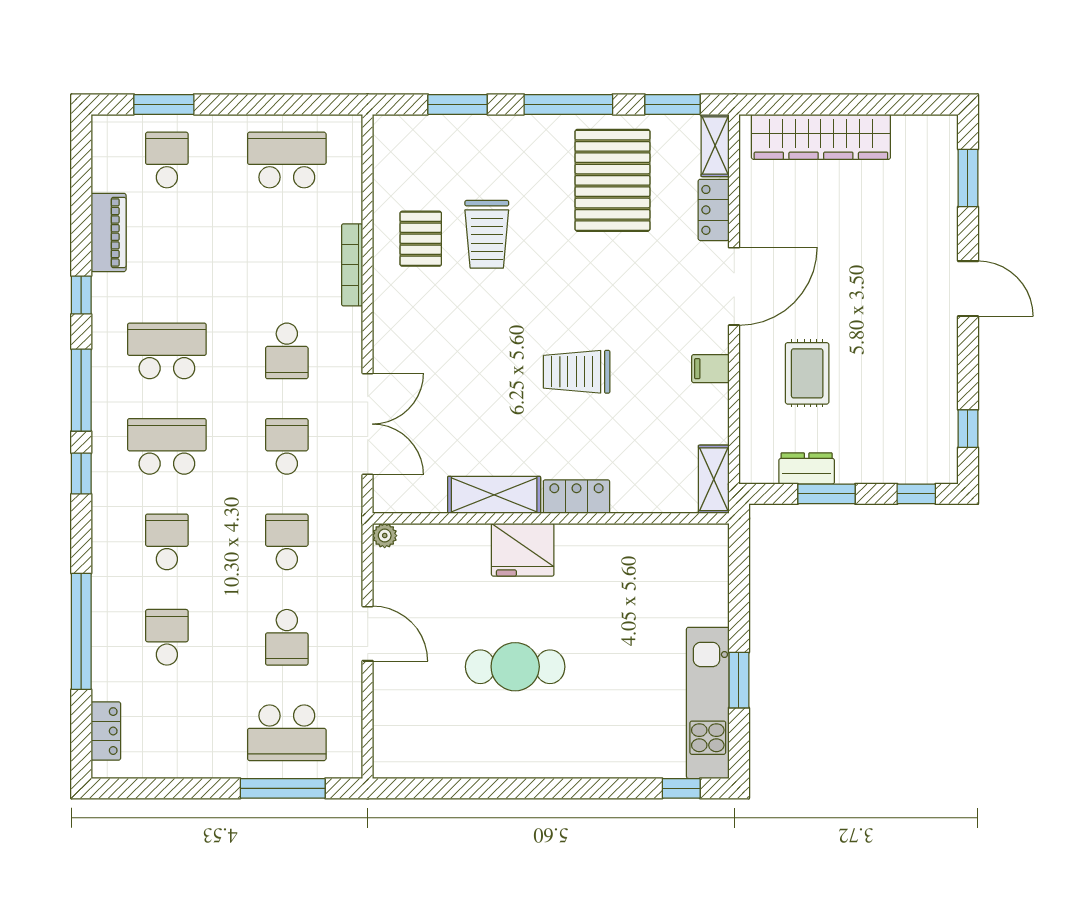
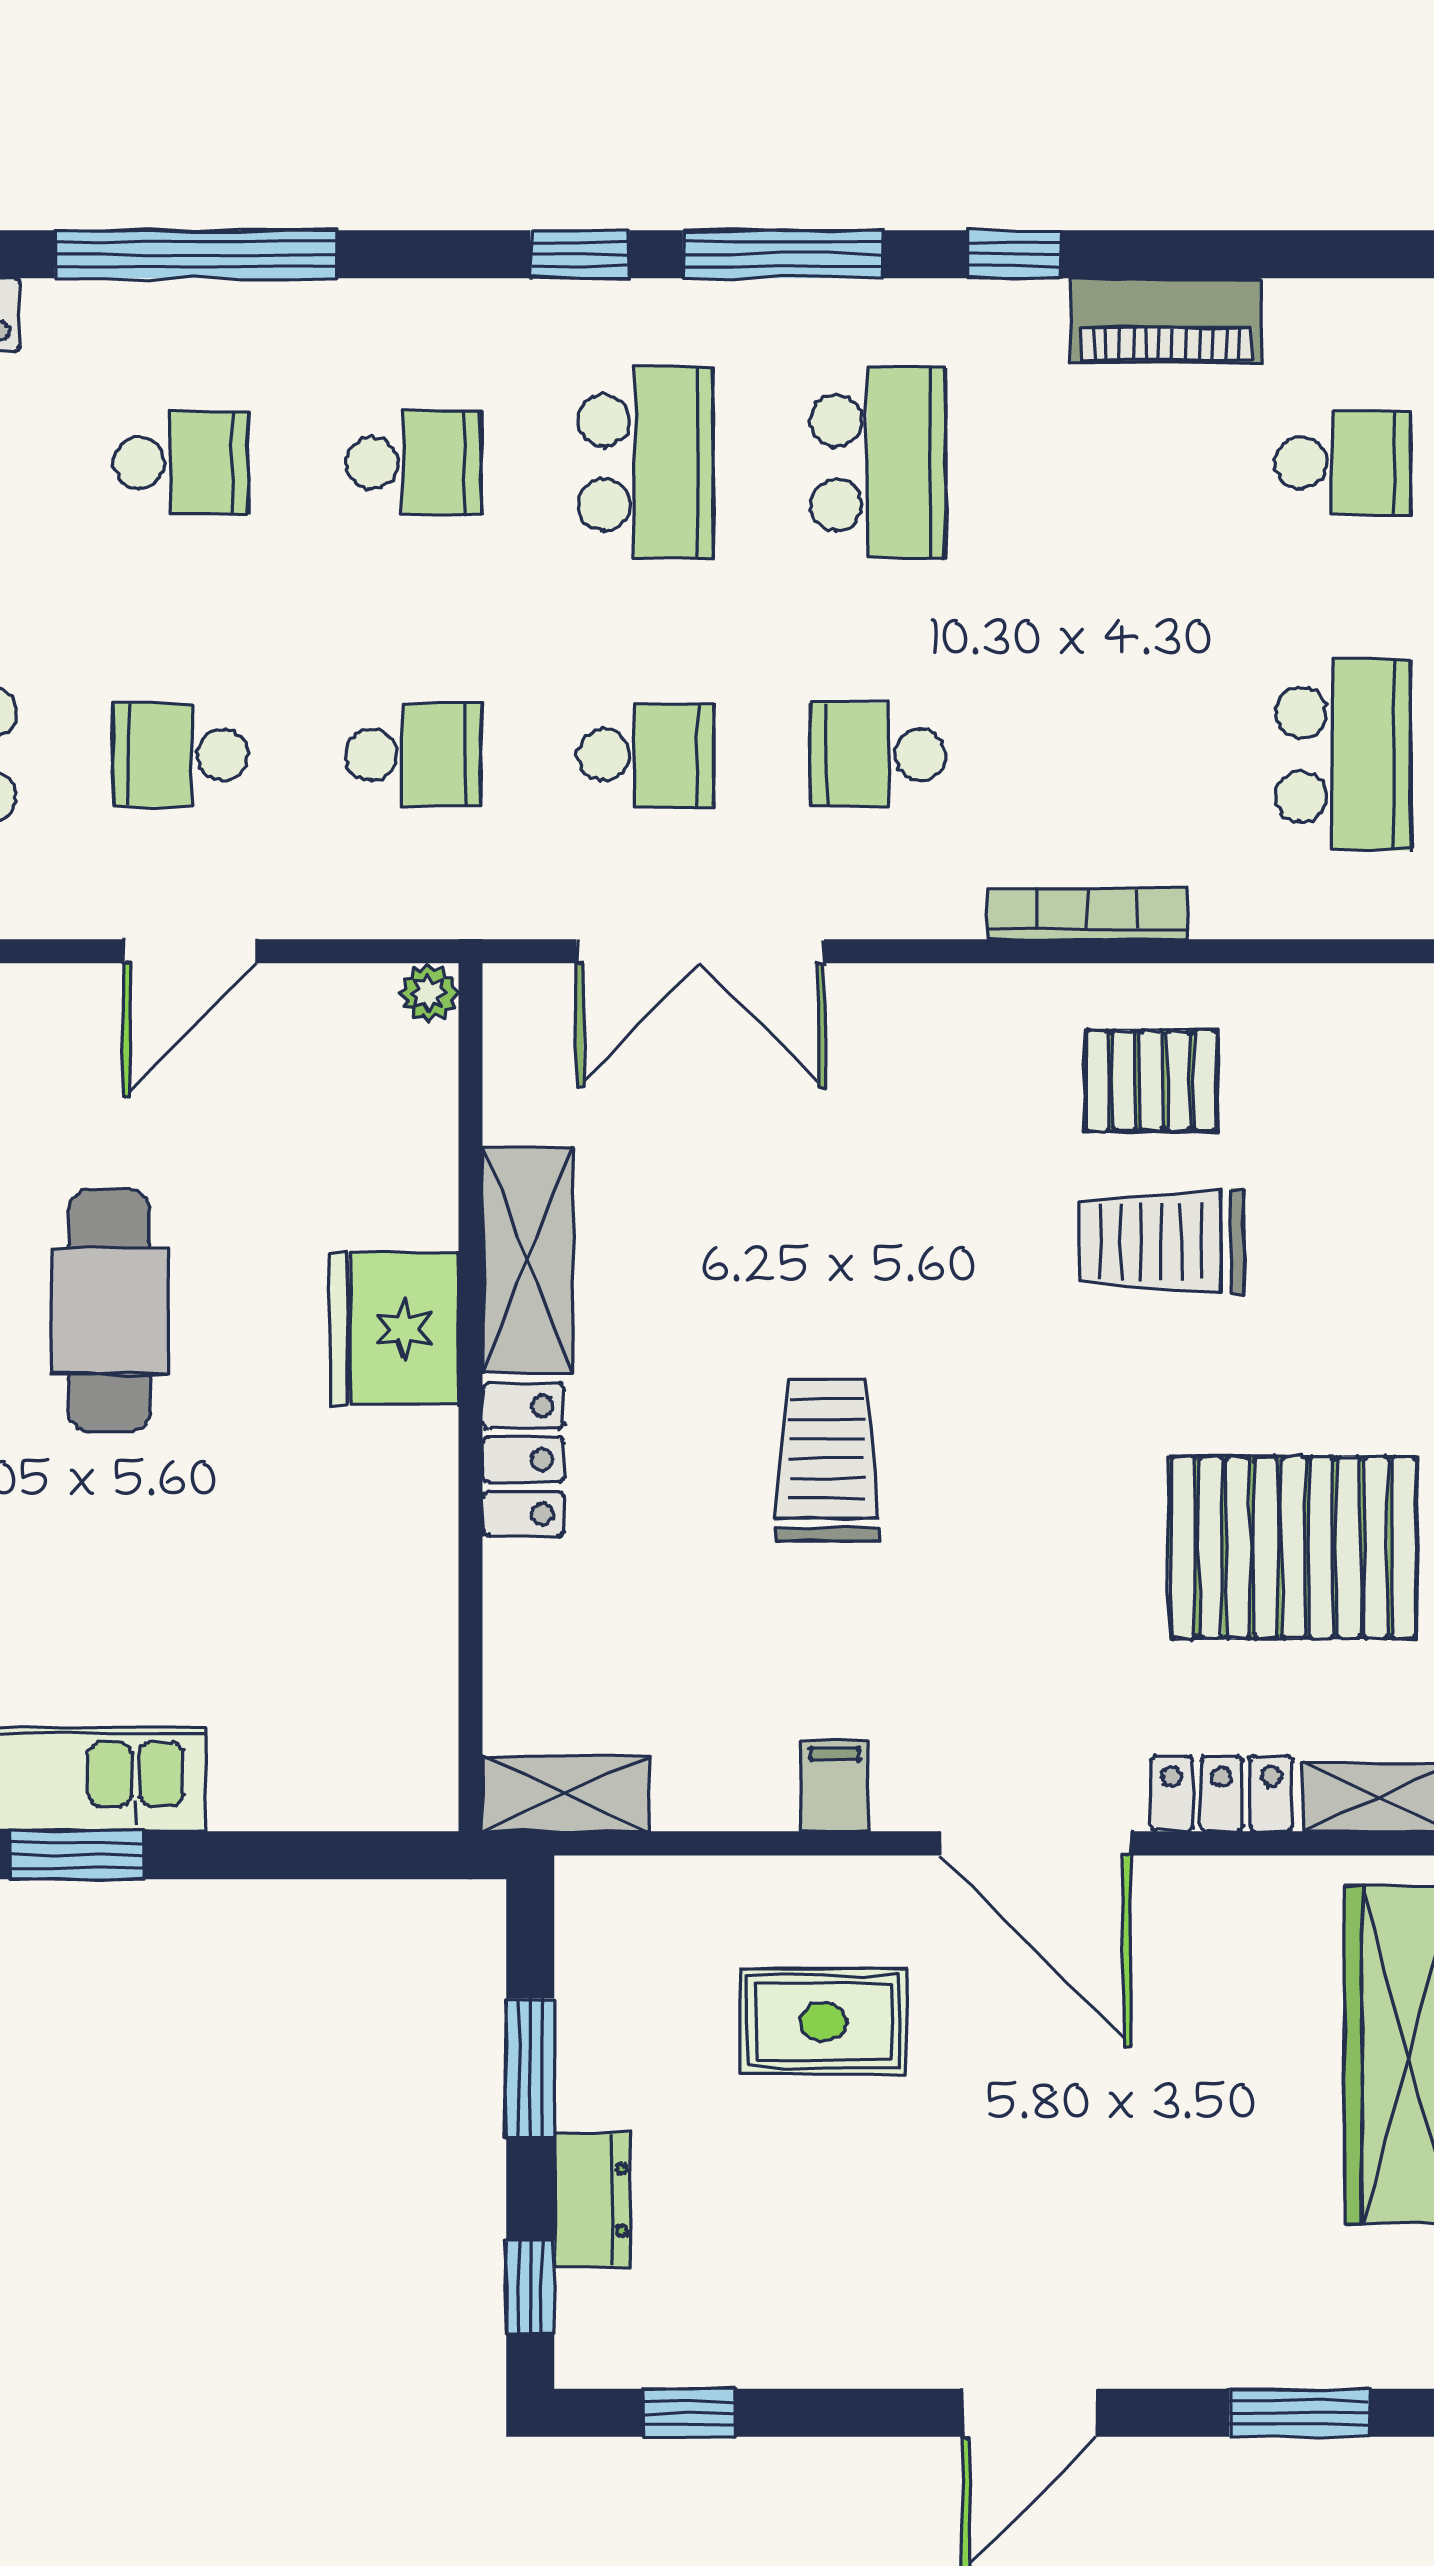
dresser: (807, 468) -> (592, 2200), moved

